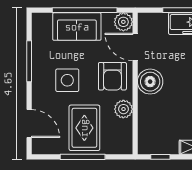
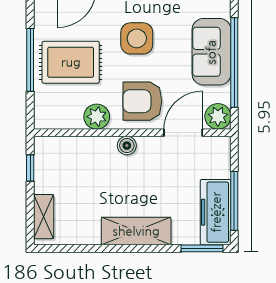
boiler: (150, 82) -> (127, 146), width x0.54, depth x0.54

